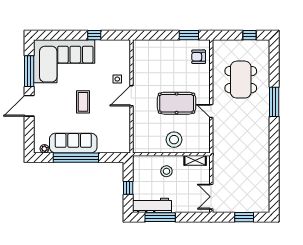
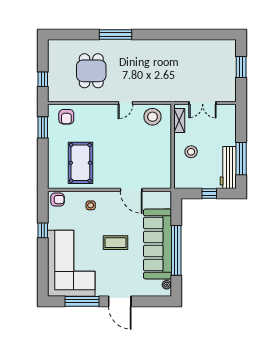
window: (250, 35) -> (43, 79), moved
armchair: (123, 49) -> (57, 200), added
dining table: (241, 80) -> (91, 71), width x0.73
door: (131, 96) -> (131, 190), moved
pool table: (177, 103) -> (80, 163), moved
stool: (174, 140) -> (152, 117), moved
sofa: (73, 143) -> (157, 244), width x1.36, depth x1.27
double door: (211, 197) -> (203, 103), moved

